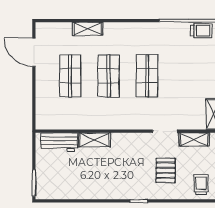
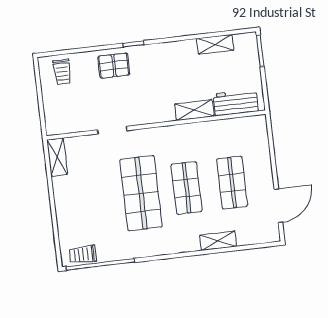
door: (34, 52) -> (278, 206), hinge flipped
shop shelf: (147, 76) -> (141, 193), width x1.43, depth x1.36
shelving: (194, 139) -> (215, 44), moved
pallet: (166, 170) -> (114, 66), moved, turned 90

